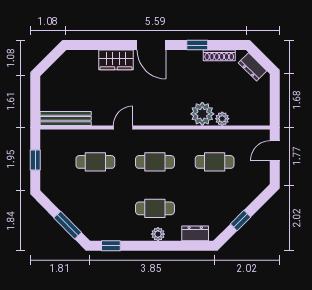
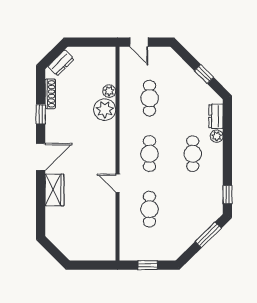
bench: (66, 118) -> (109, 237), removed
plant: (158, 234) -> (217, 136), moved

